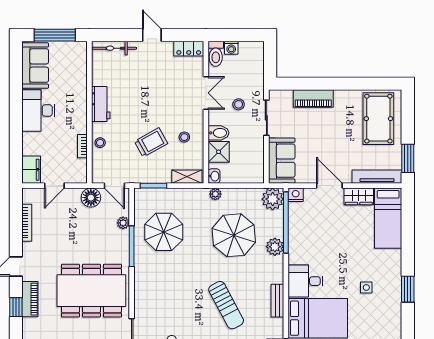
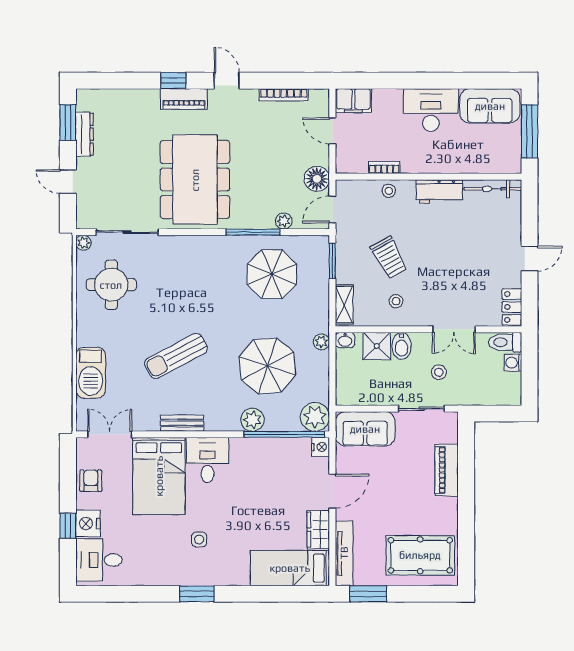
bicycle: (114, 48) -> (493, 189), moved, turned -90

